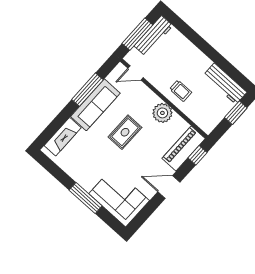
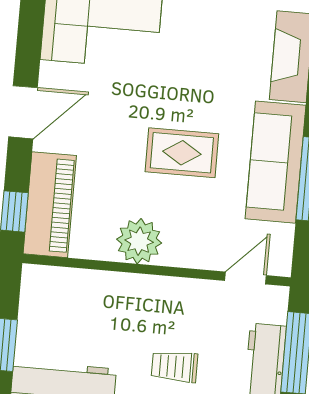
trolley: (181, 91) -> (174, 366), moved
rug: (125, 132) -> (182, 153), turned 90

